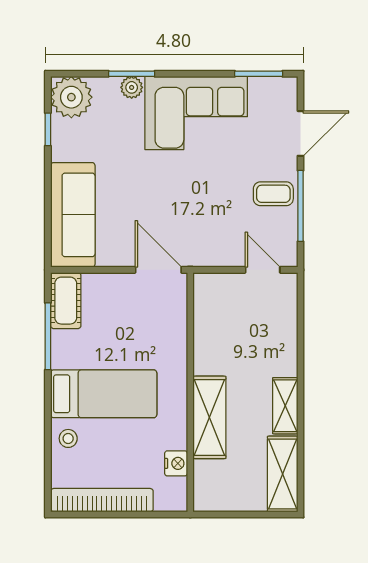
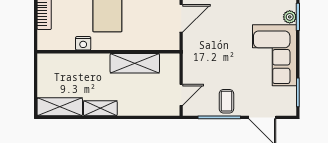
door: (158, 270) -> (181, 18), moved
shelving: (209, 417) -> (135, 63), moved
nightstand: (176, 463) -> (83, 43), moved

